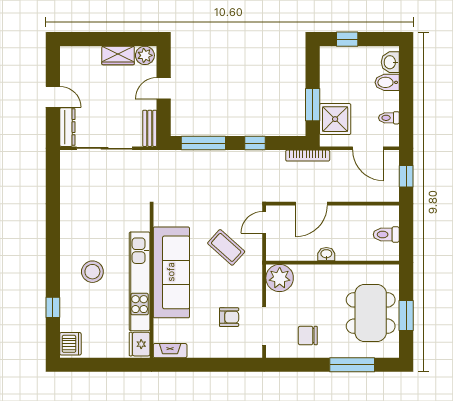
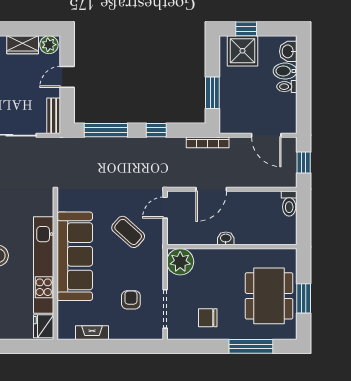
toilet: (389, 118) -> (287, 87), moved
shower: (335, 119) -> (243, 51), moved
toilet: (386, 235) -> (289, 204), moved, turned -90
armchair: (229, 317) -> (131, 300), turned -90
fireplace: (170, 351) -> (92, 333), moved

